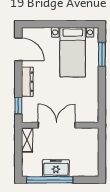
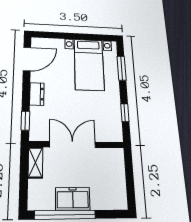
door: (18, 49) -> (27, 59), hinge flipped
dresser: (27, 82) -> (37, 94), width x0.70
window: (102, 97) -> (125, 113), added

